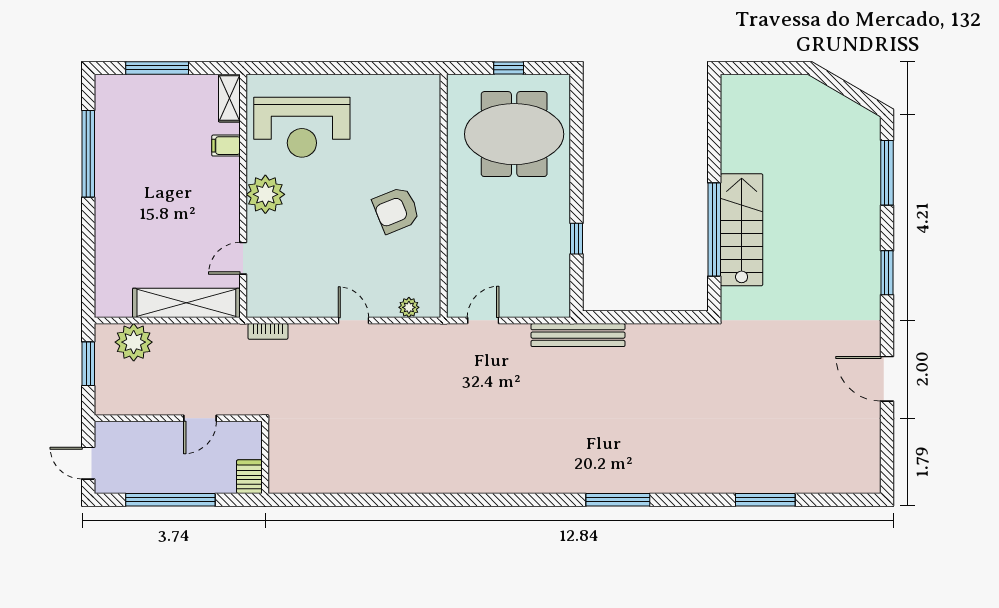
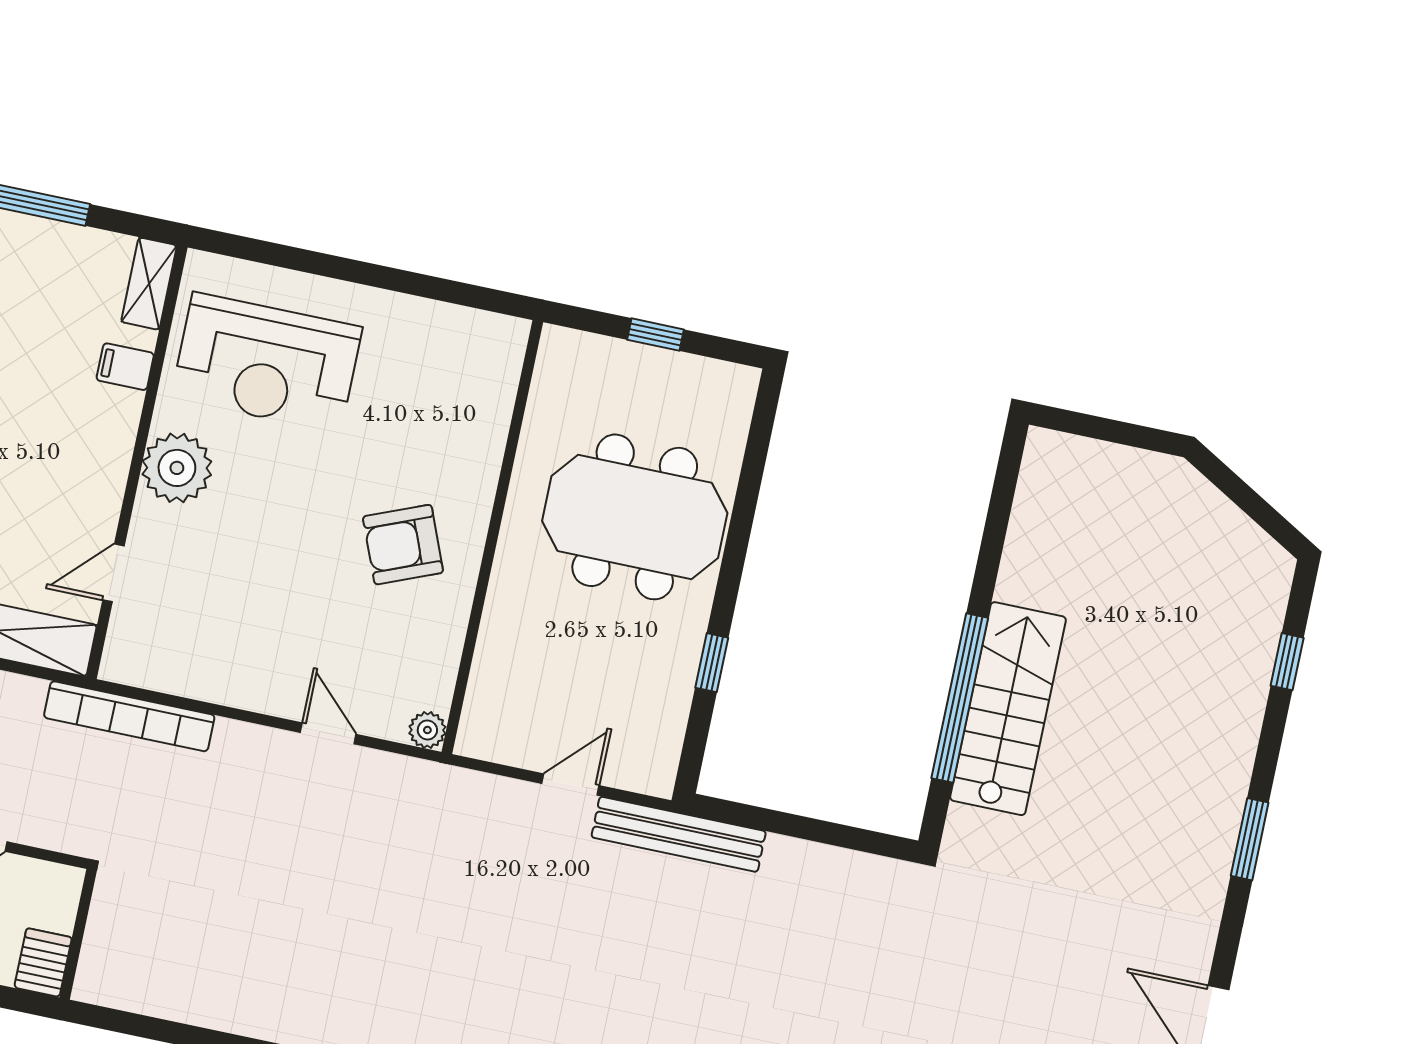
meeting table: (514, 134) -> (635, 517), moved
window: (887, 173) -> (1287, 662), width x0.46
plant: (409, 307) -> (427, 730), moved
door: (353, 320) -> (328, 733), moved
door: (483, 320) -> (570, 784), moved
bookcase: (268, 331) -> (129, 716), width x2.31, depth x1.31

